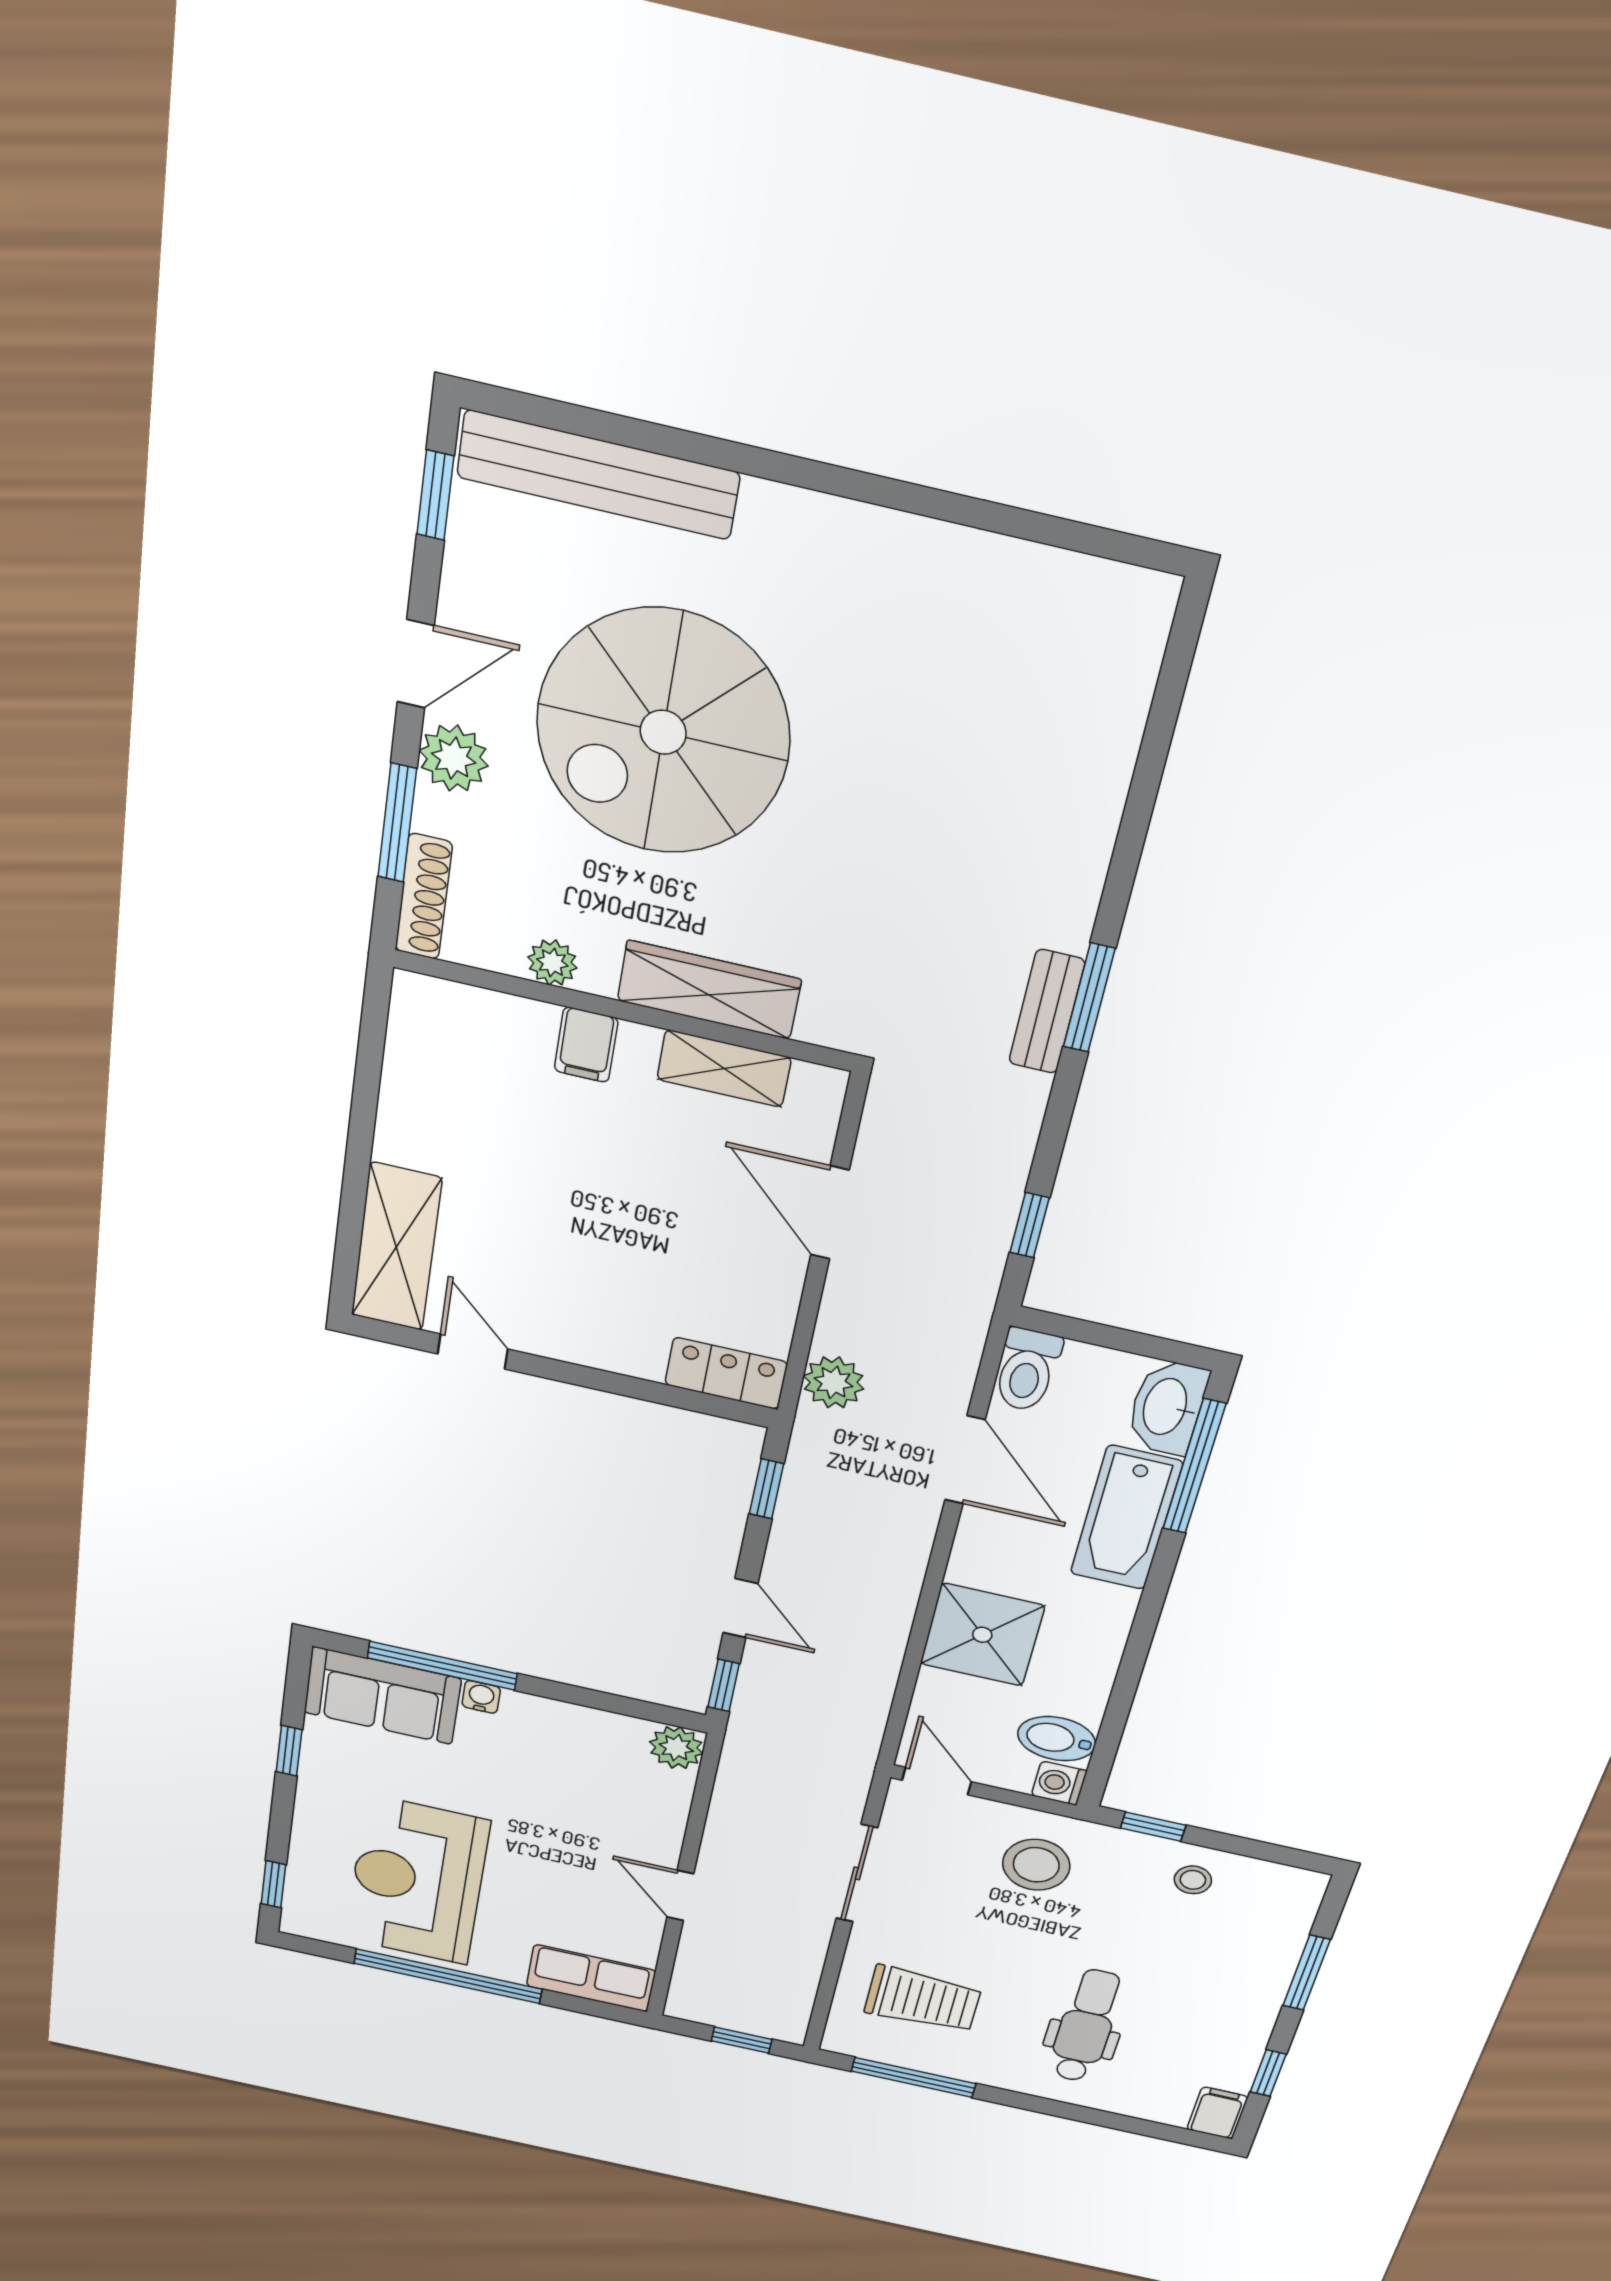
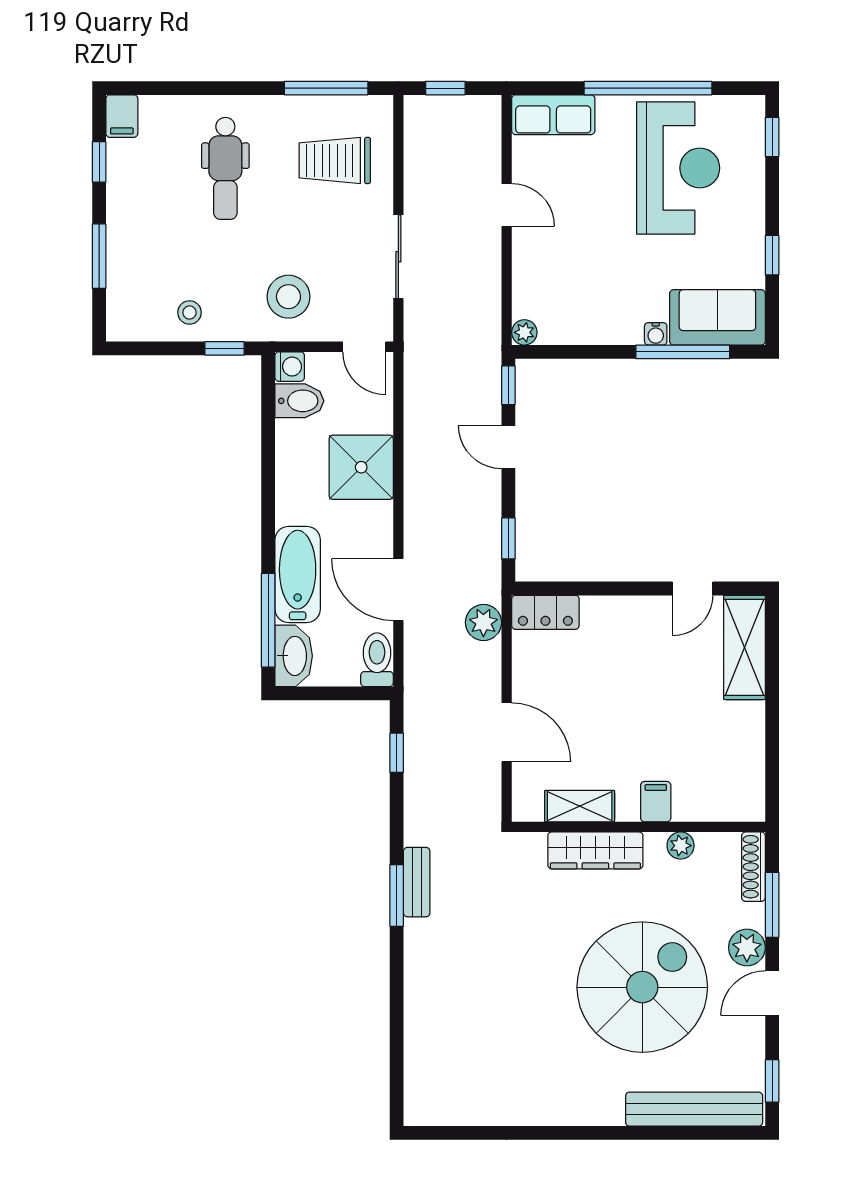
door: (473, 1352) -> (693, 589), hinge flipped
plant: (676, 1748) -> (524, 332), width x0.73, depth x0.73

